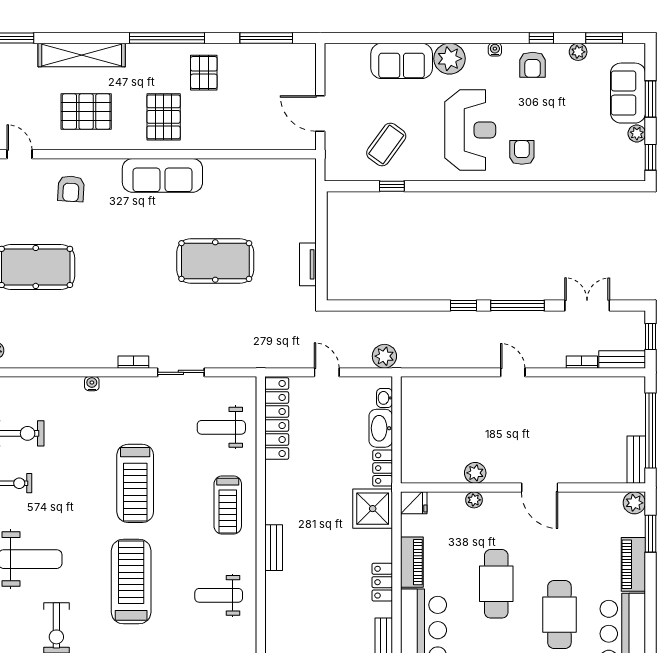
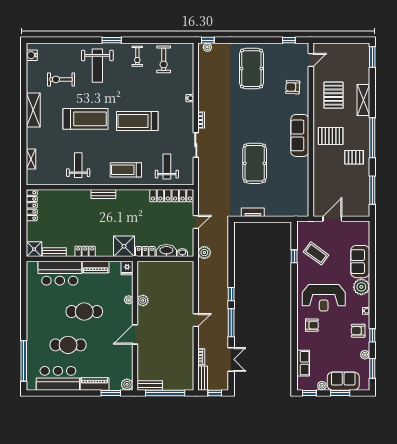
shelving: (82, 55) -> (363, 100), width x0.68
row of seats: (594, 169) -> (303, 363), added

